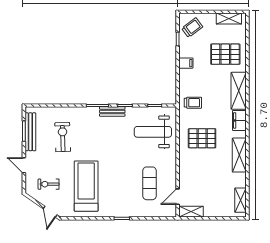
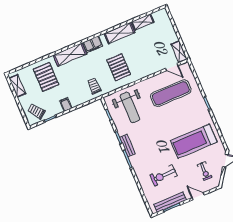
door: (24, 165) -> (198, 196), swing flipped
exercise mat: (149, 183) -> (171, 93), width x1.36, depth x1.45
shelving: (241, 200) -> (143, 22), moved

